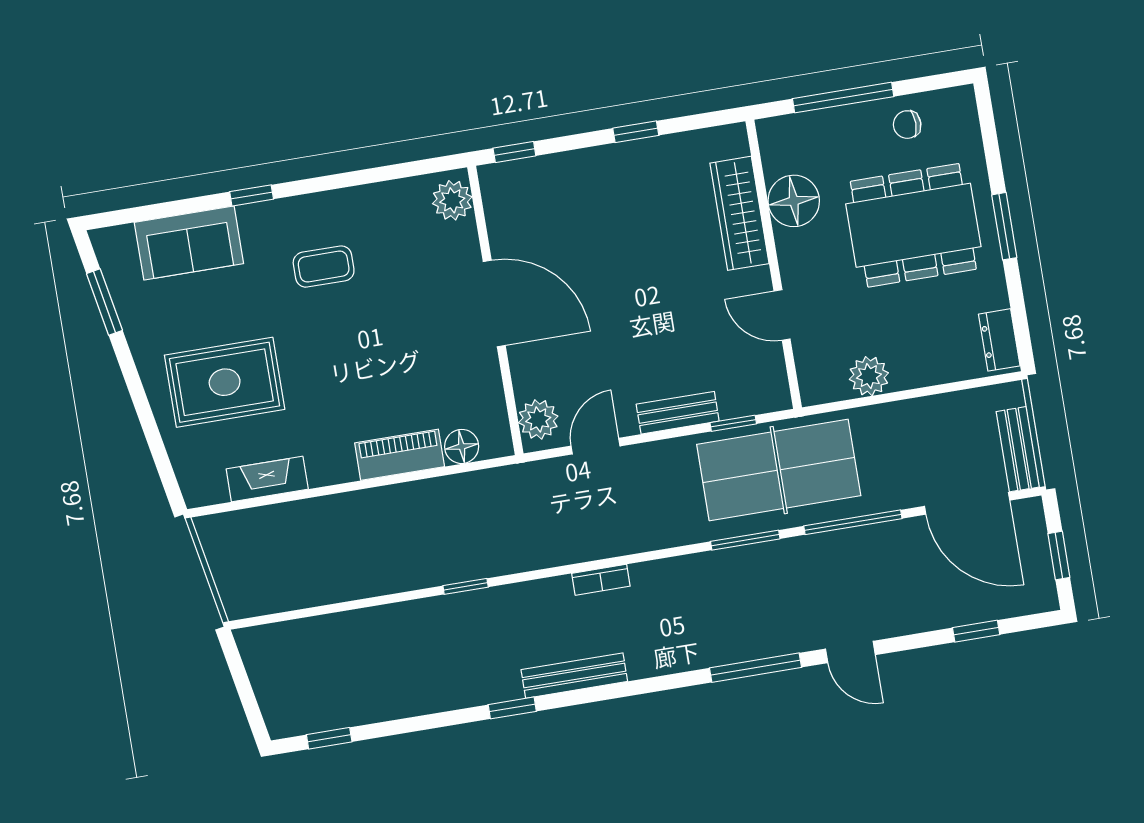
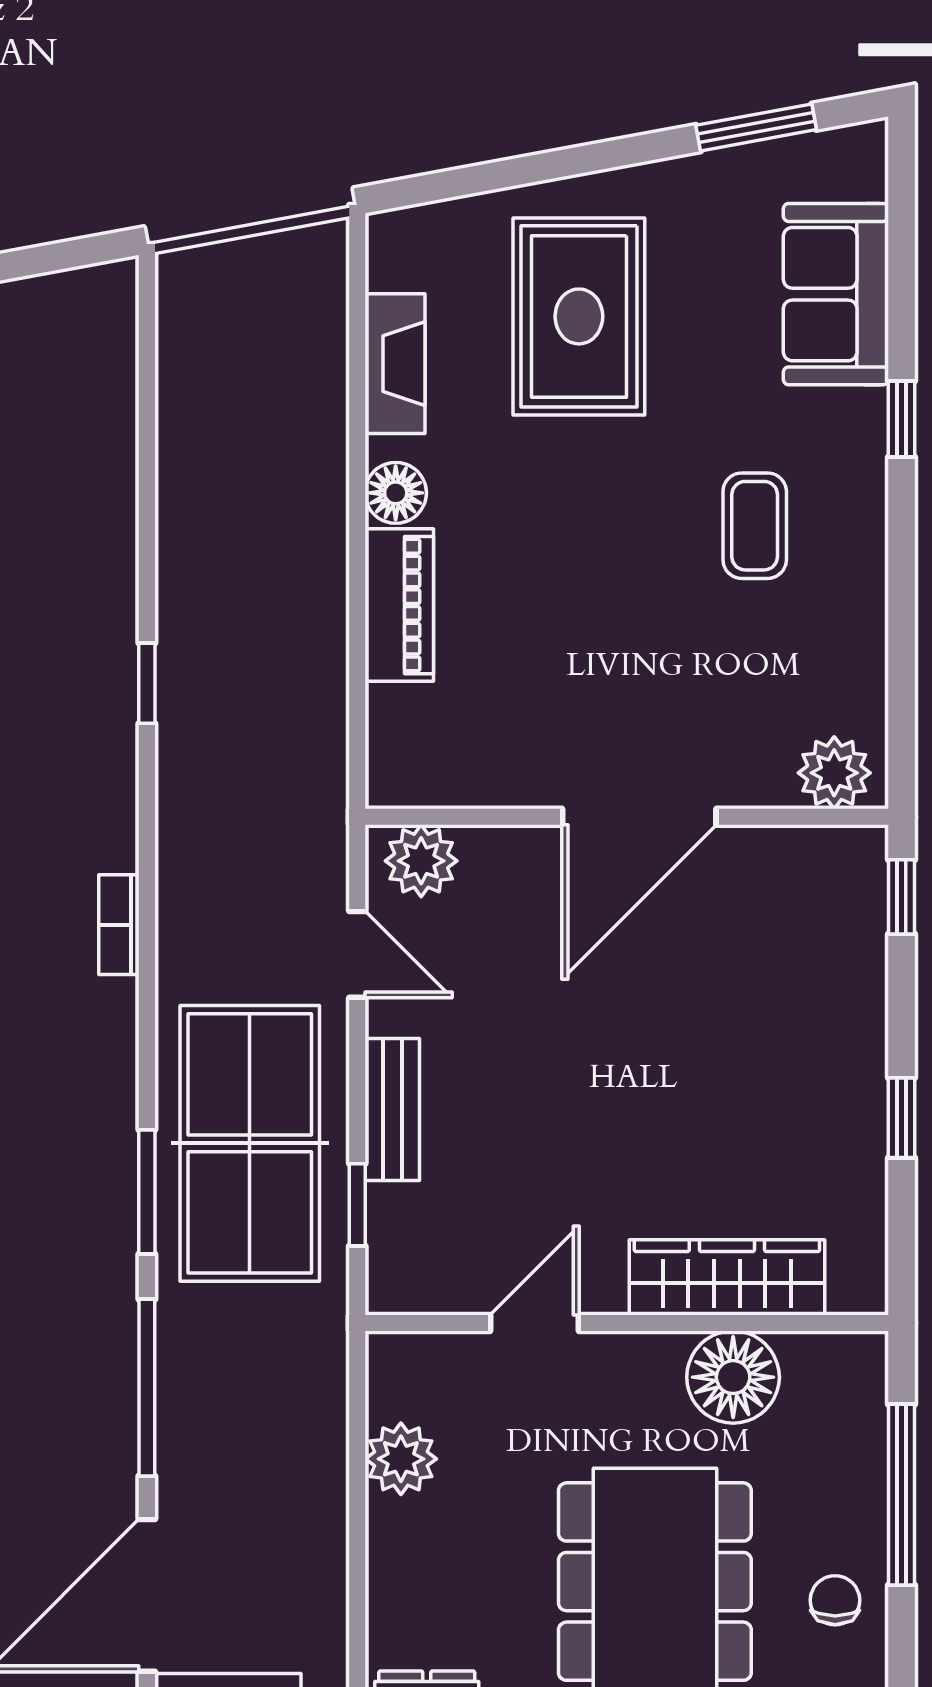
floor lamp: (462, 446) -> (396, 493), moved
table tennis table: (779, 470) -> (250, 1143), moved

